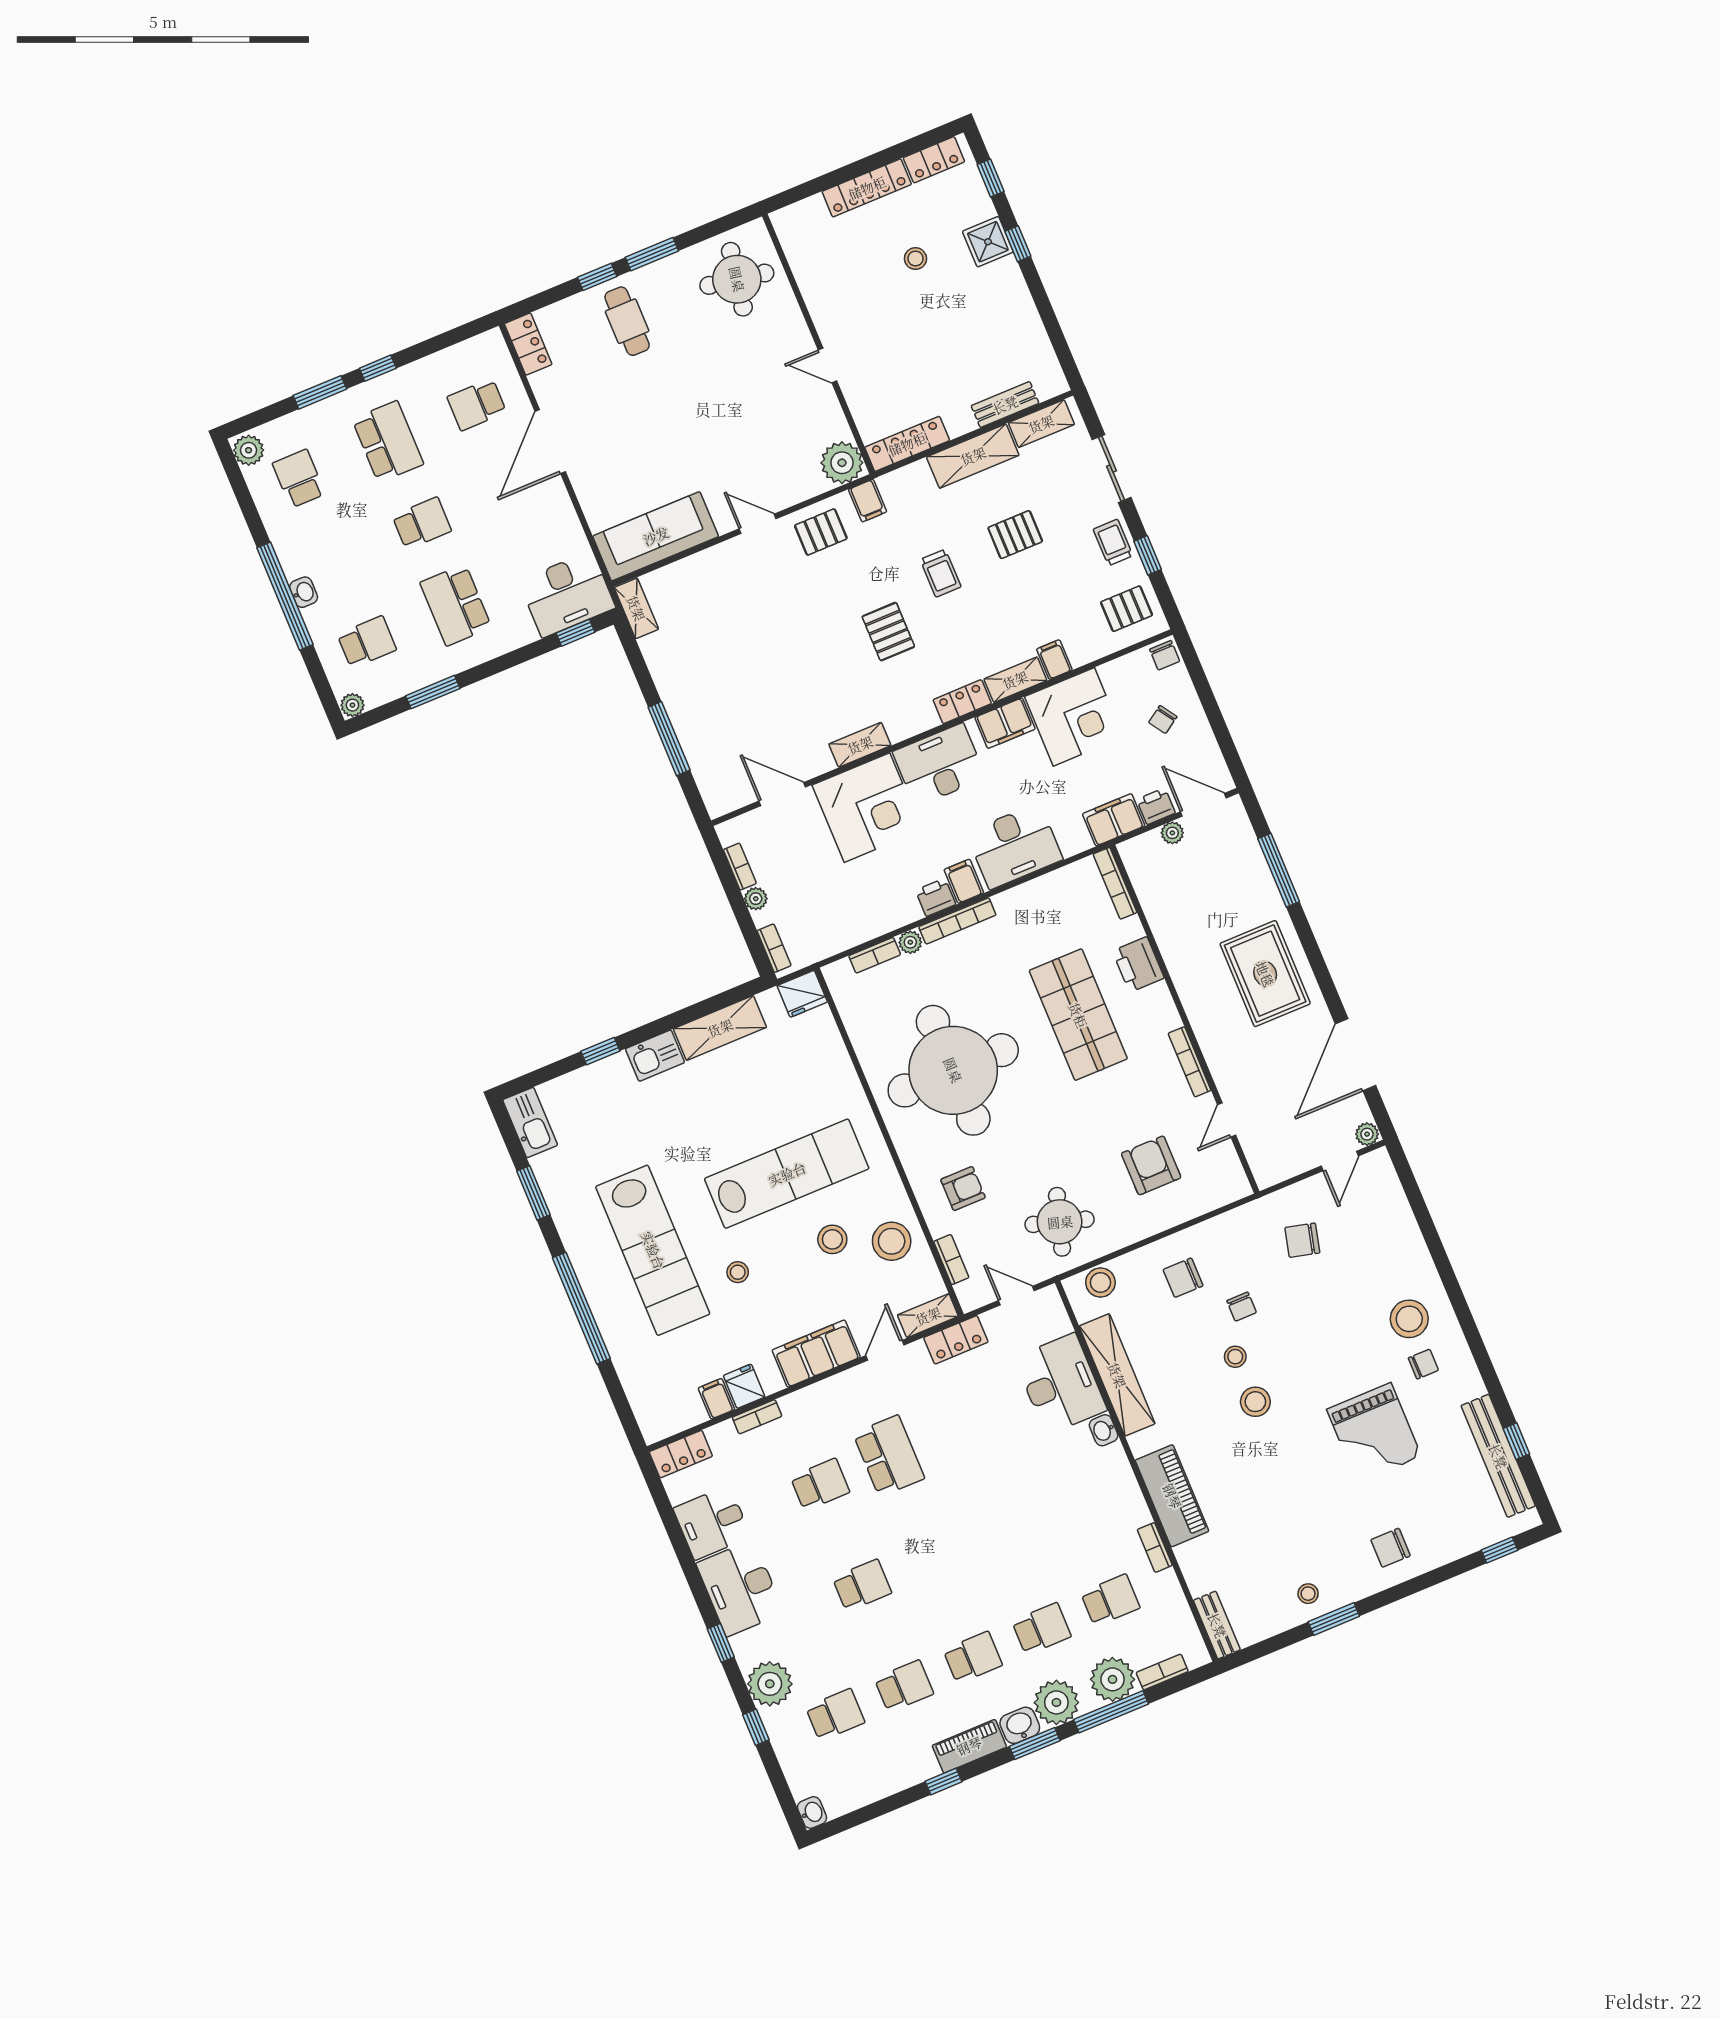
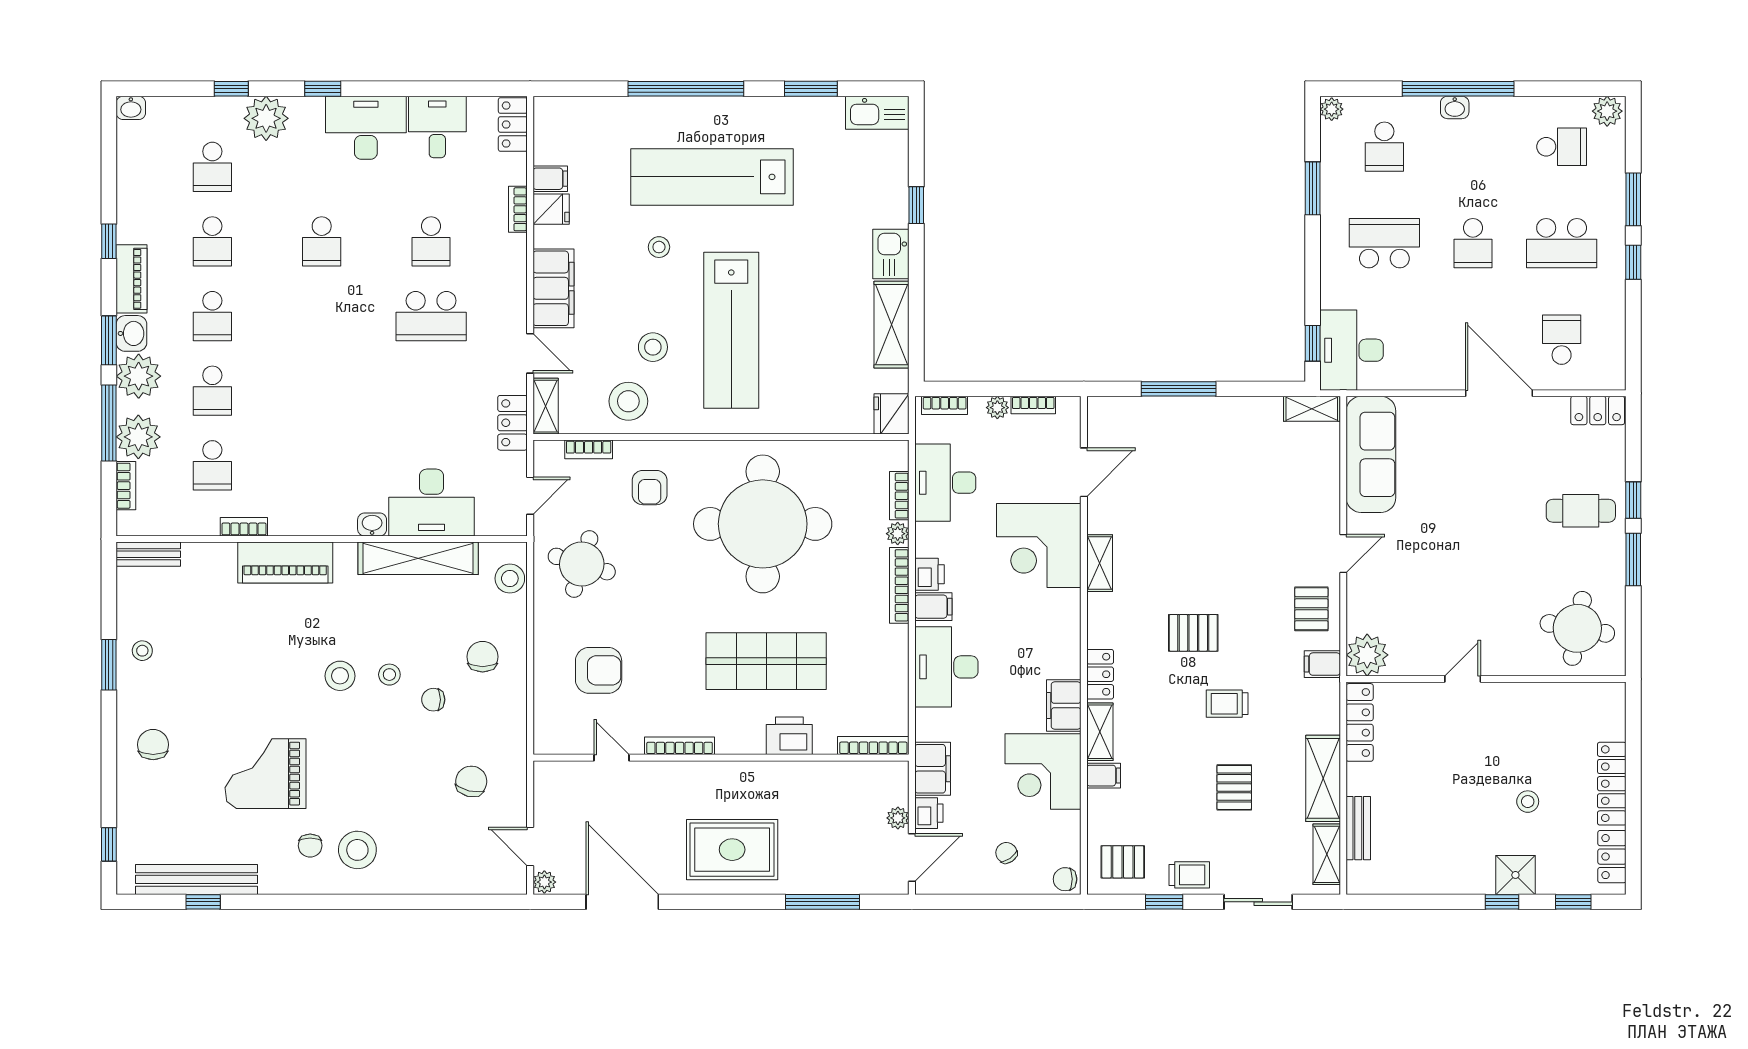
pallet: (1126, 609) -> (1123, 862), turned 90
desk: (939, 765) -> (945, 483), moved, turned 180

